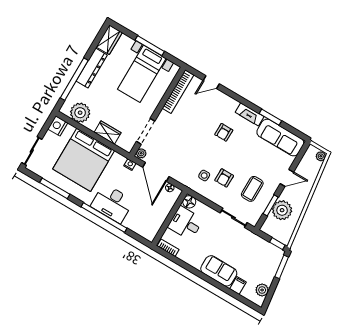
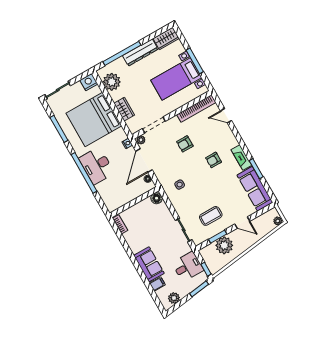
armchair: (224, 178) -> (185, 144), moved
desk: (185, 223) -> (188, 267), moved, turned 90

